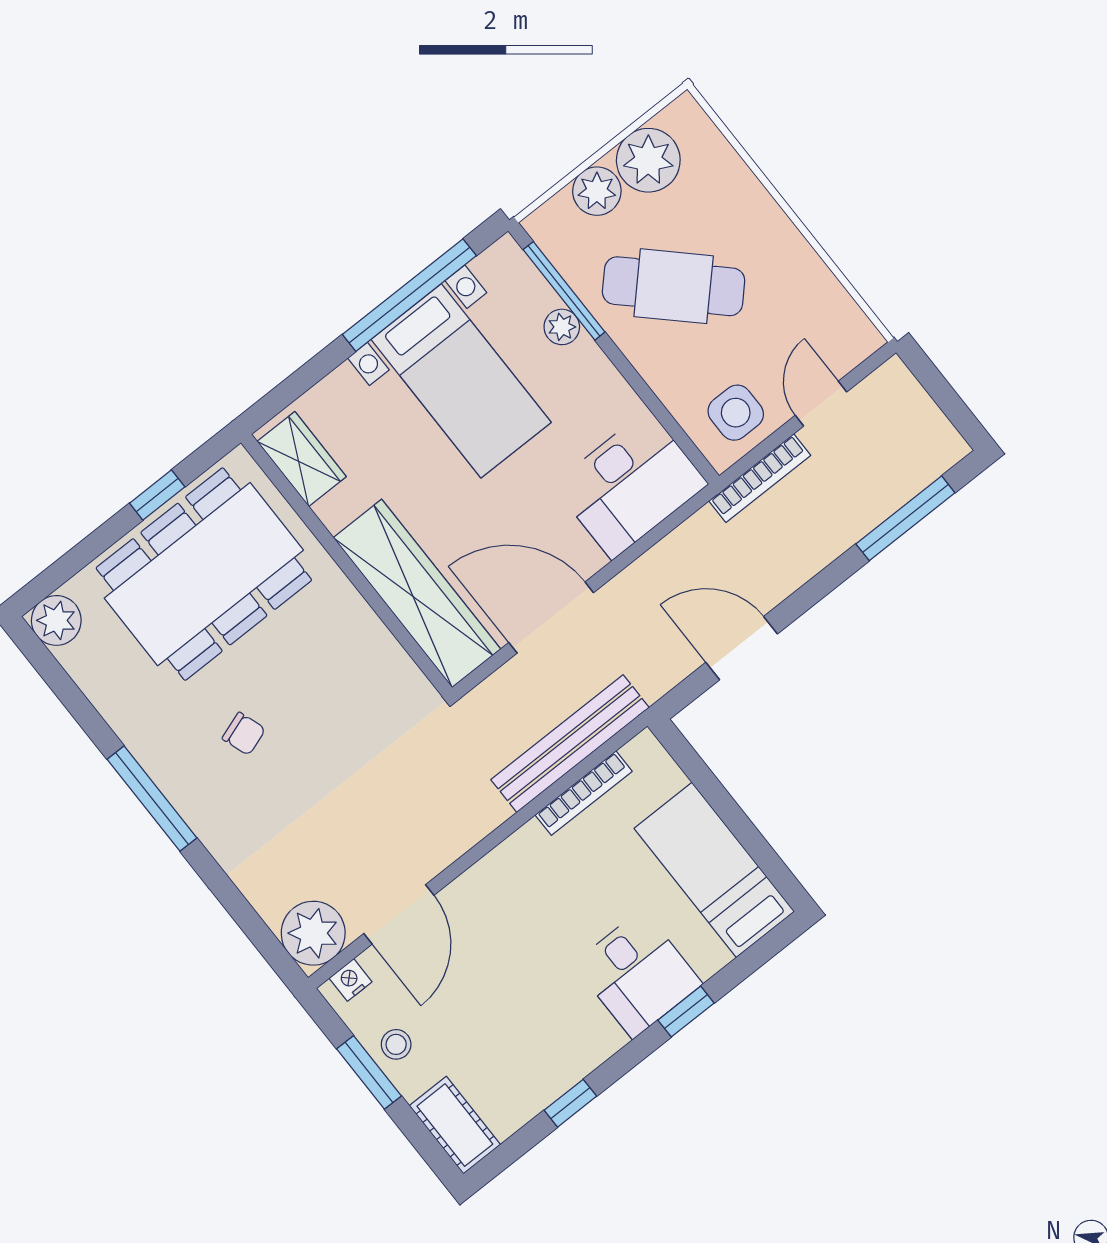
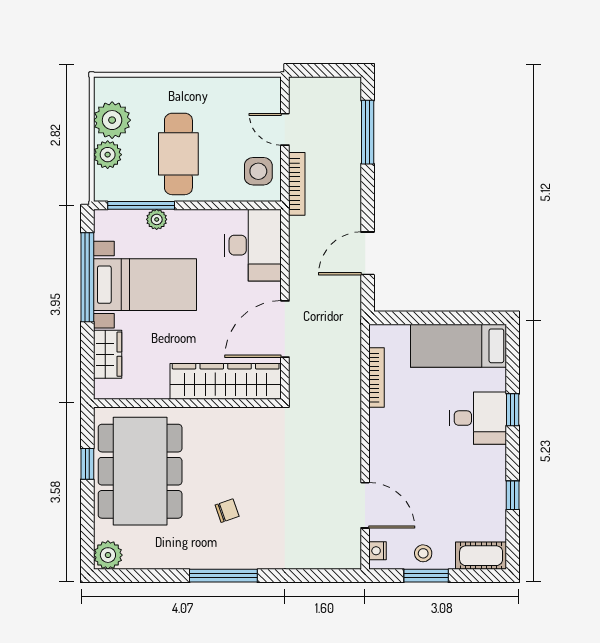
cafe table: (674, 286) -> (178, 154), turned -44
wardrobe: (302, 459) -> (108, 354), moved, turned 90
bench: (570, 744) -> (349, 366), removed
plant: (313, 933) -> (343, 551), removed

